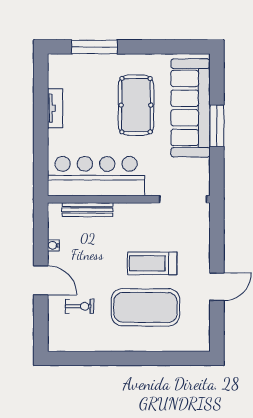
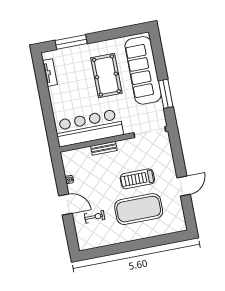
tv unit: (55, 108) -> (50, 73), moved
window: (217, 126) -> (166, 94), moved
bench: (87, 210) -> (104, 148), moved, width x0.73

